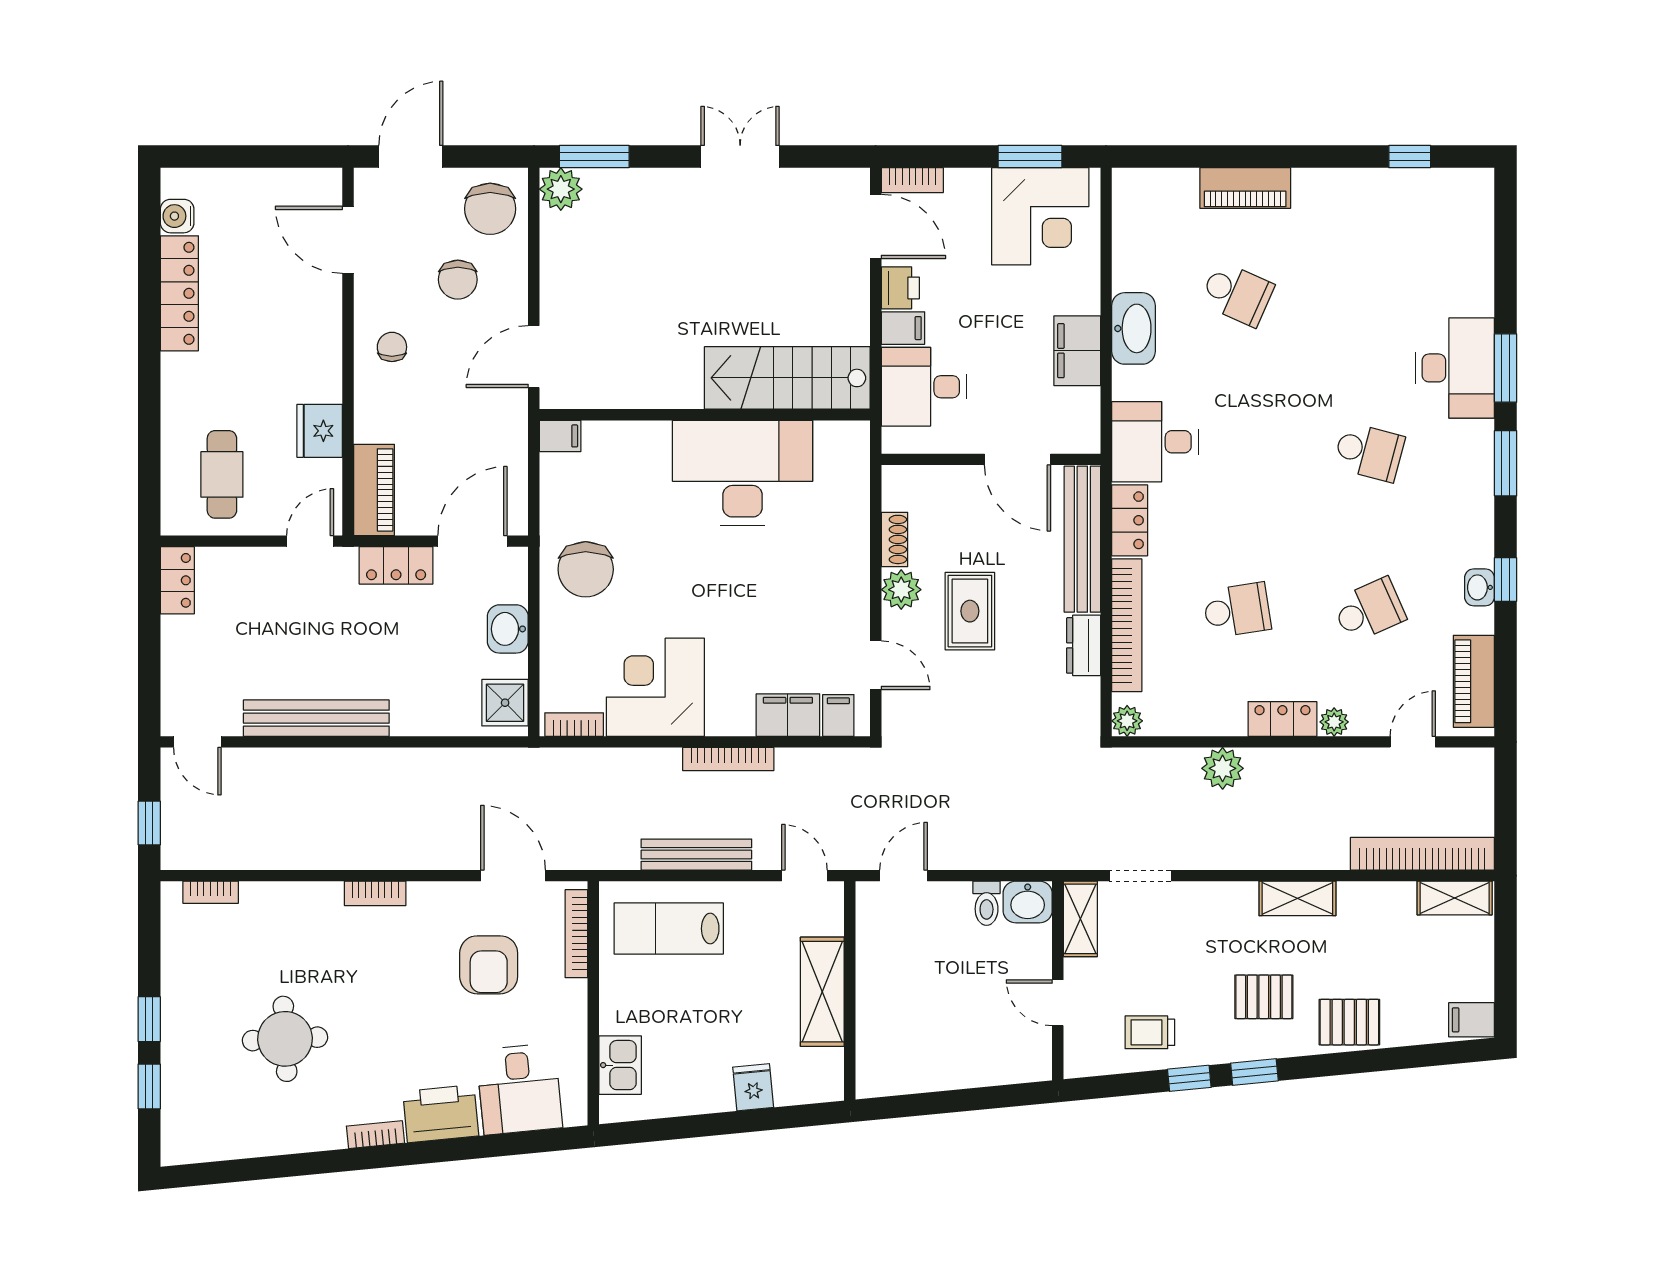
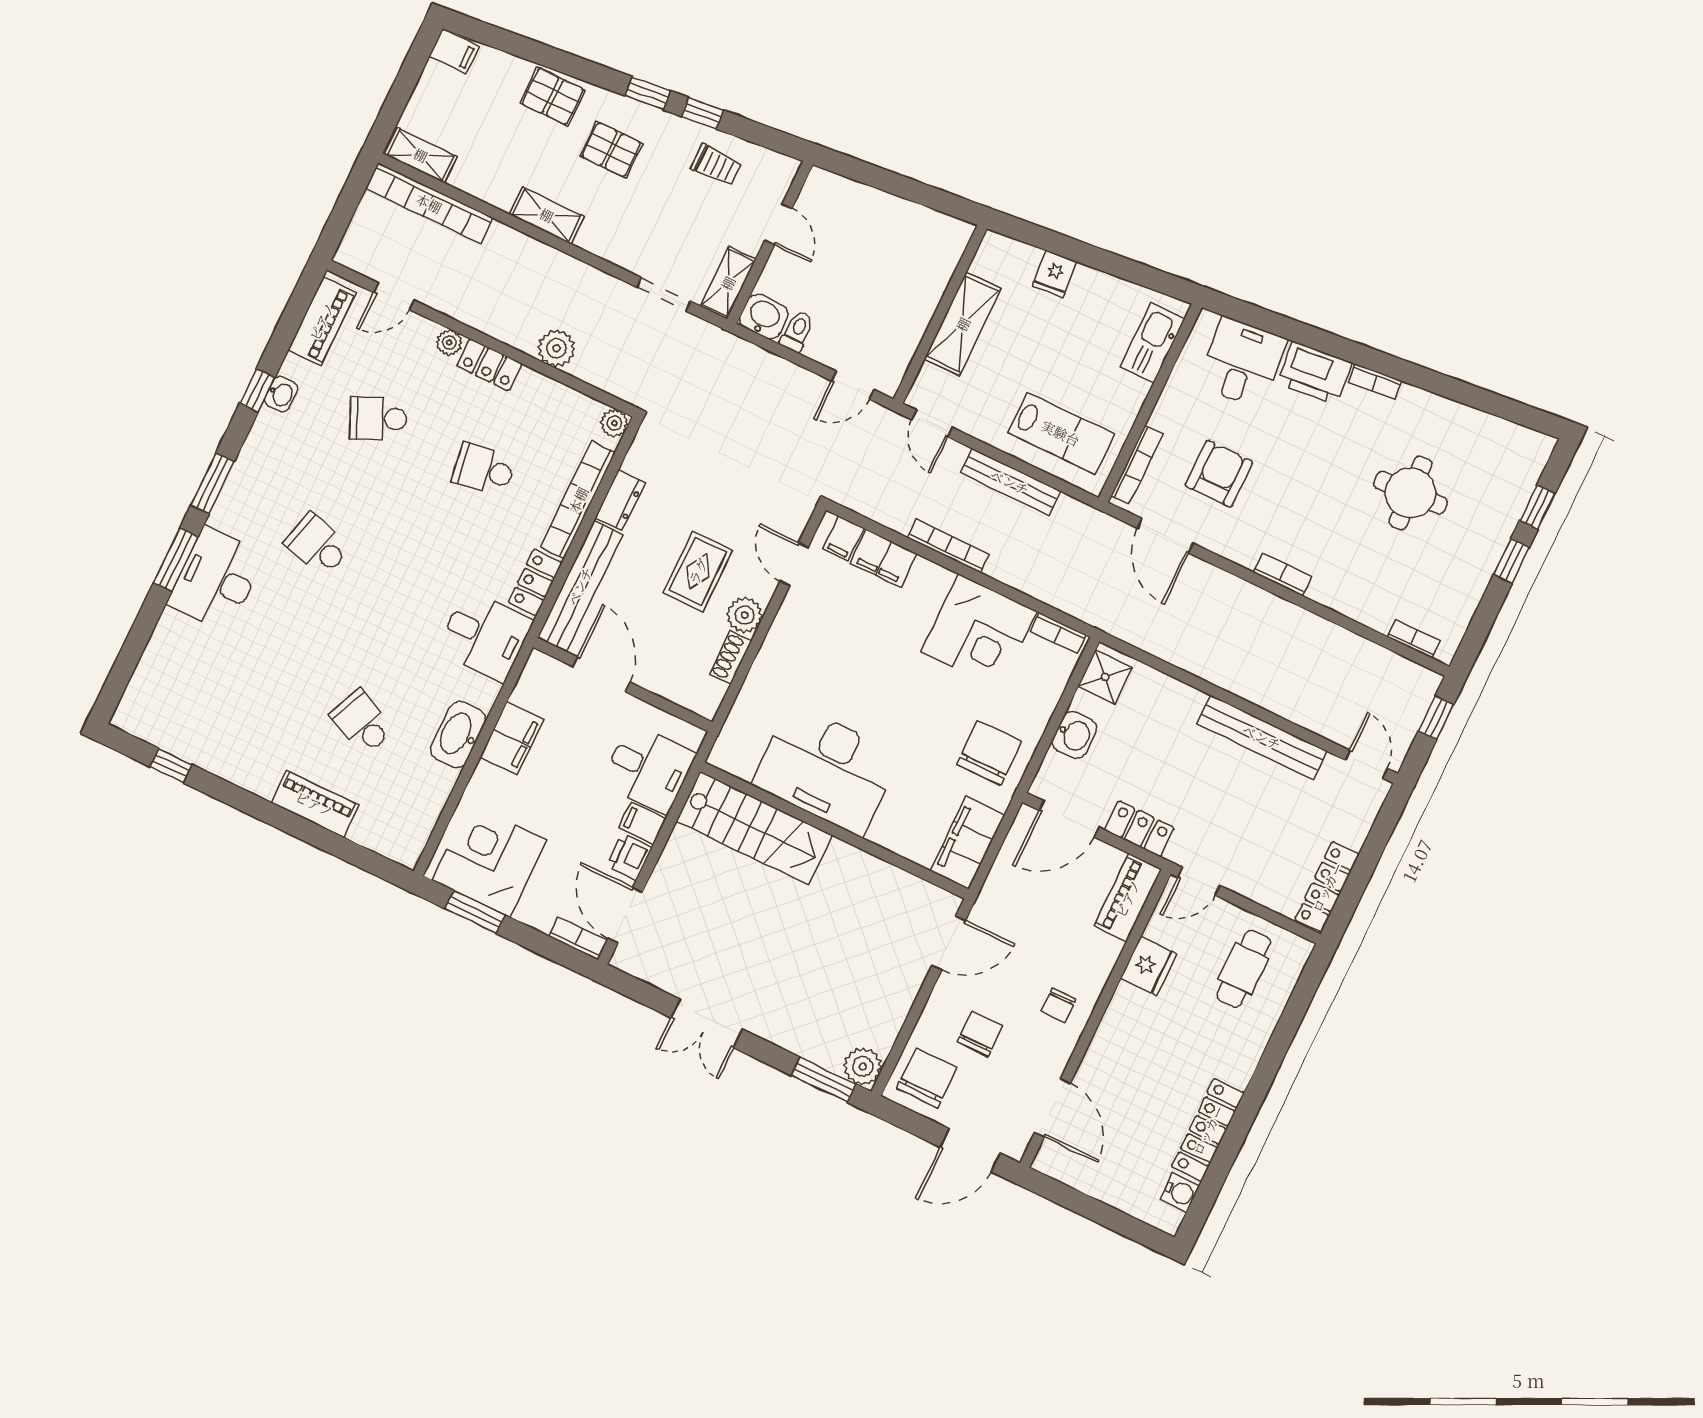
filing cabinet: (560, 436) -> (967, 843), width x3.00, depth x1.17
locker: (177, 580) -> (1327, 887), width x1.53
kitchen sink: (620, 1065) -> (1153, 343), width x1.38

